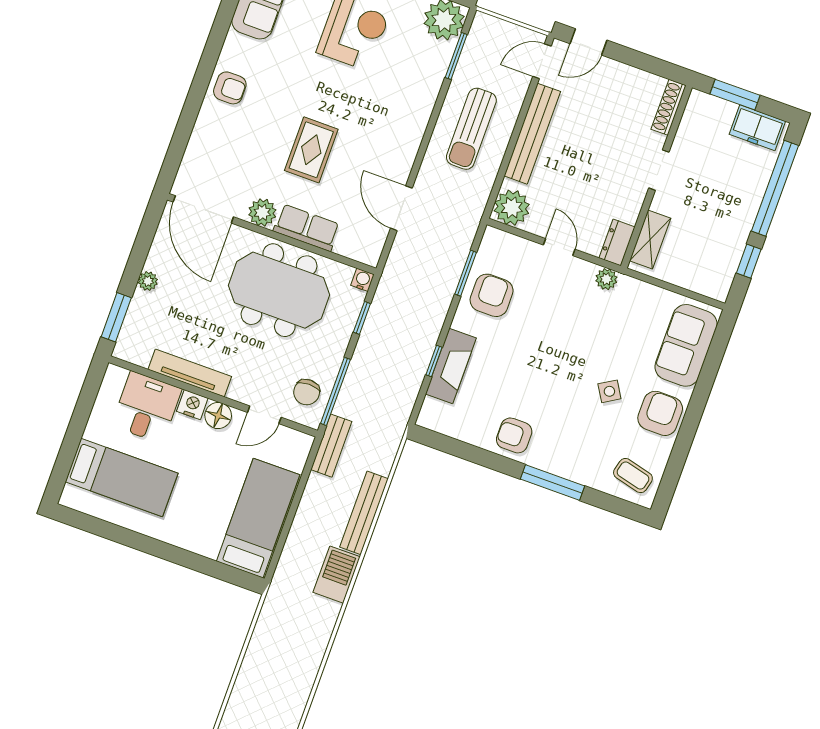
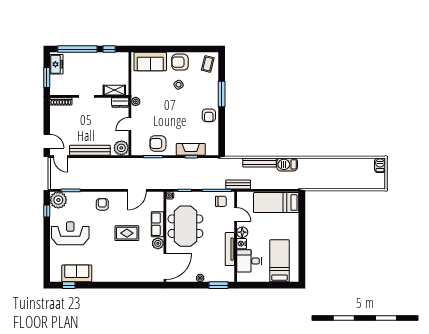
armchair: (230, 88) -> (102, 204), moved
sun lounger: (471, 129) -> (96, 174), removed

